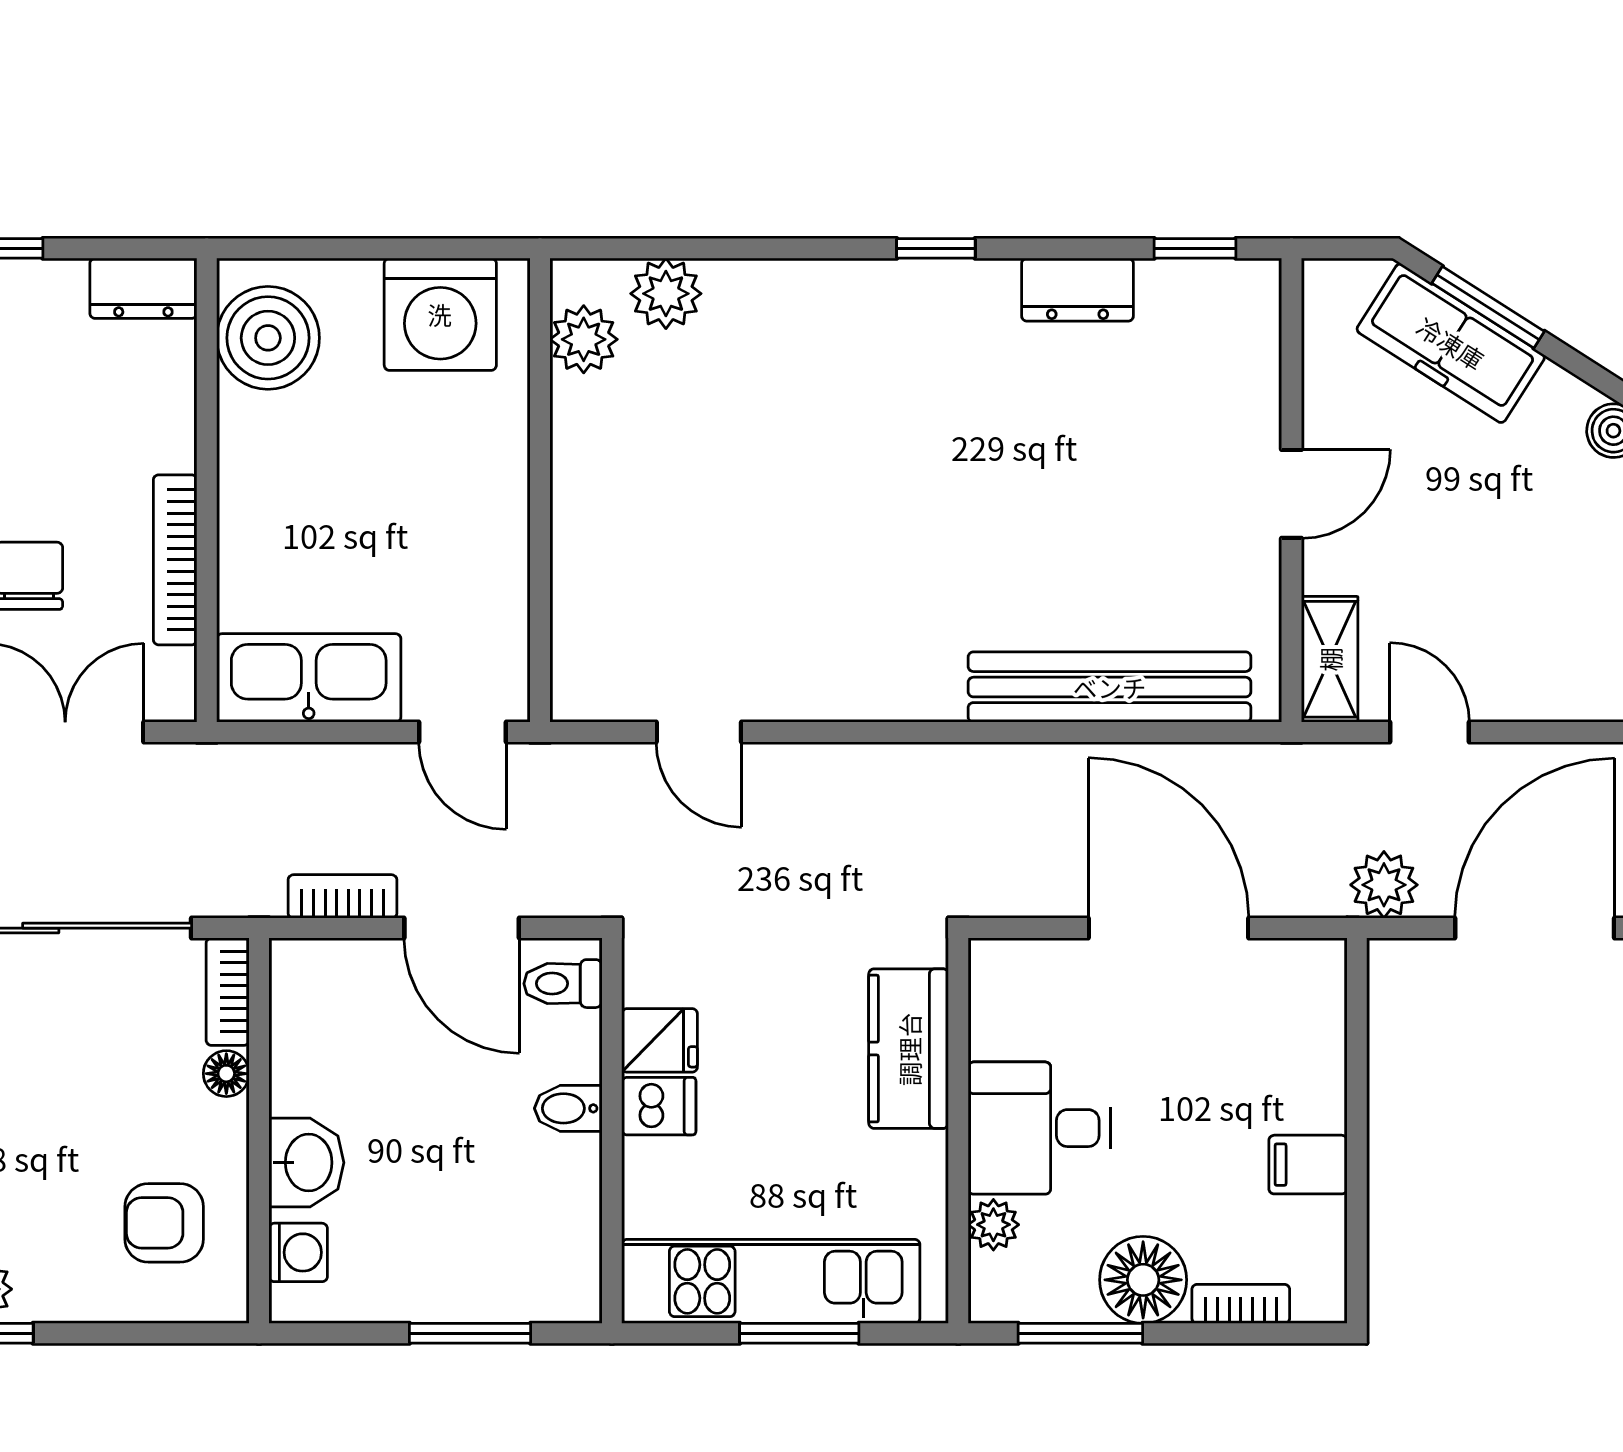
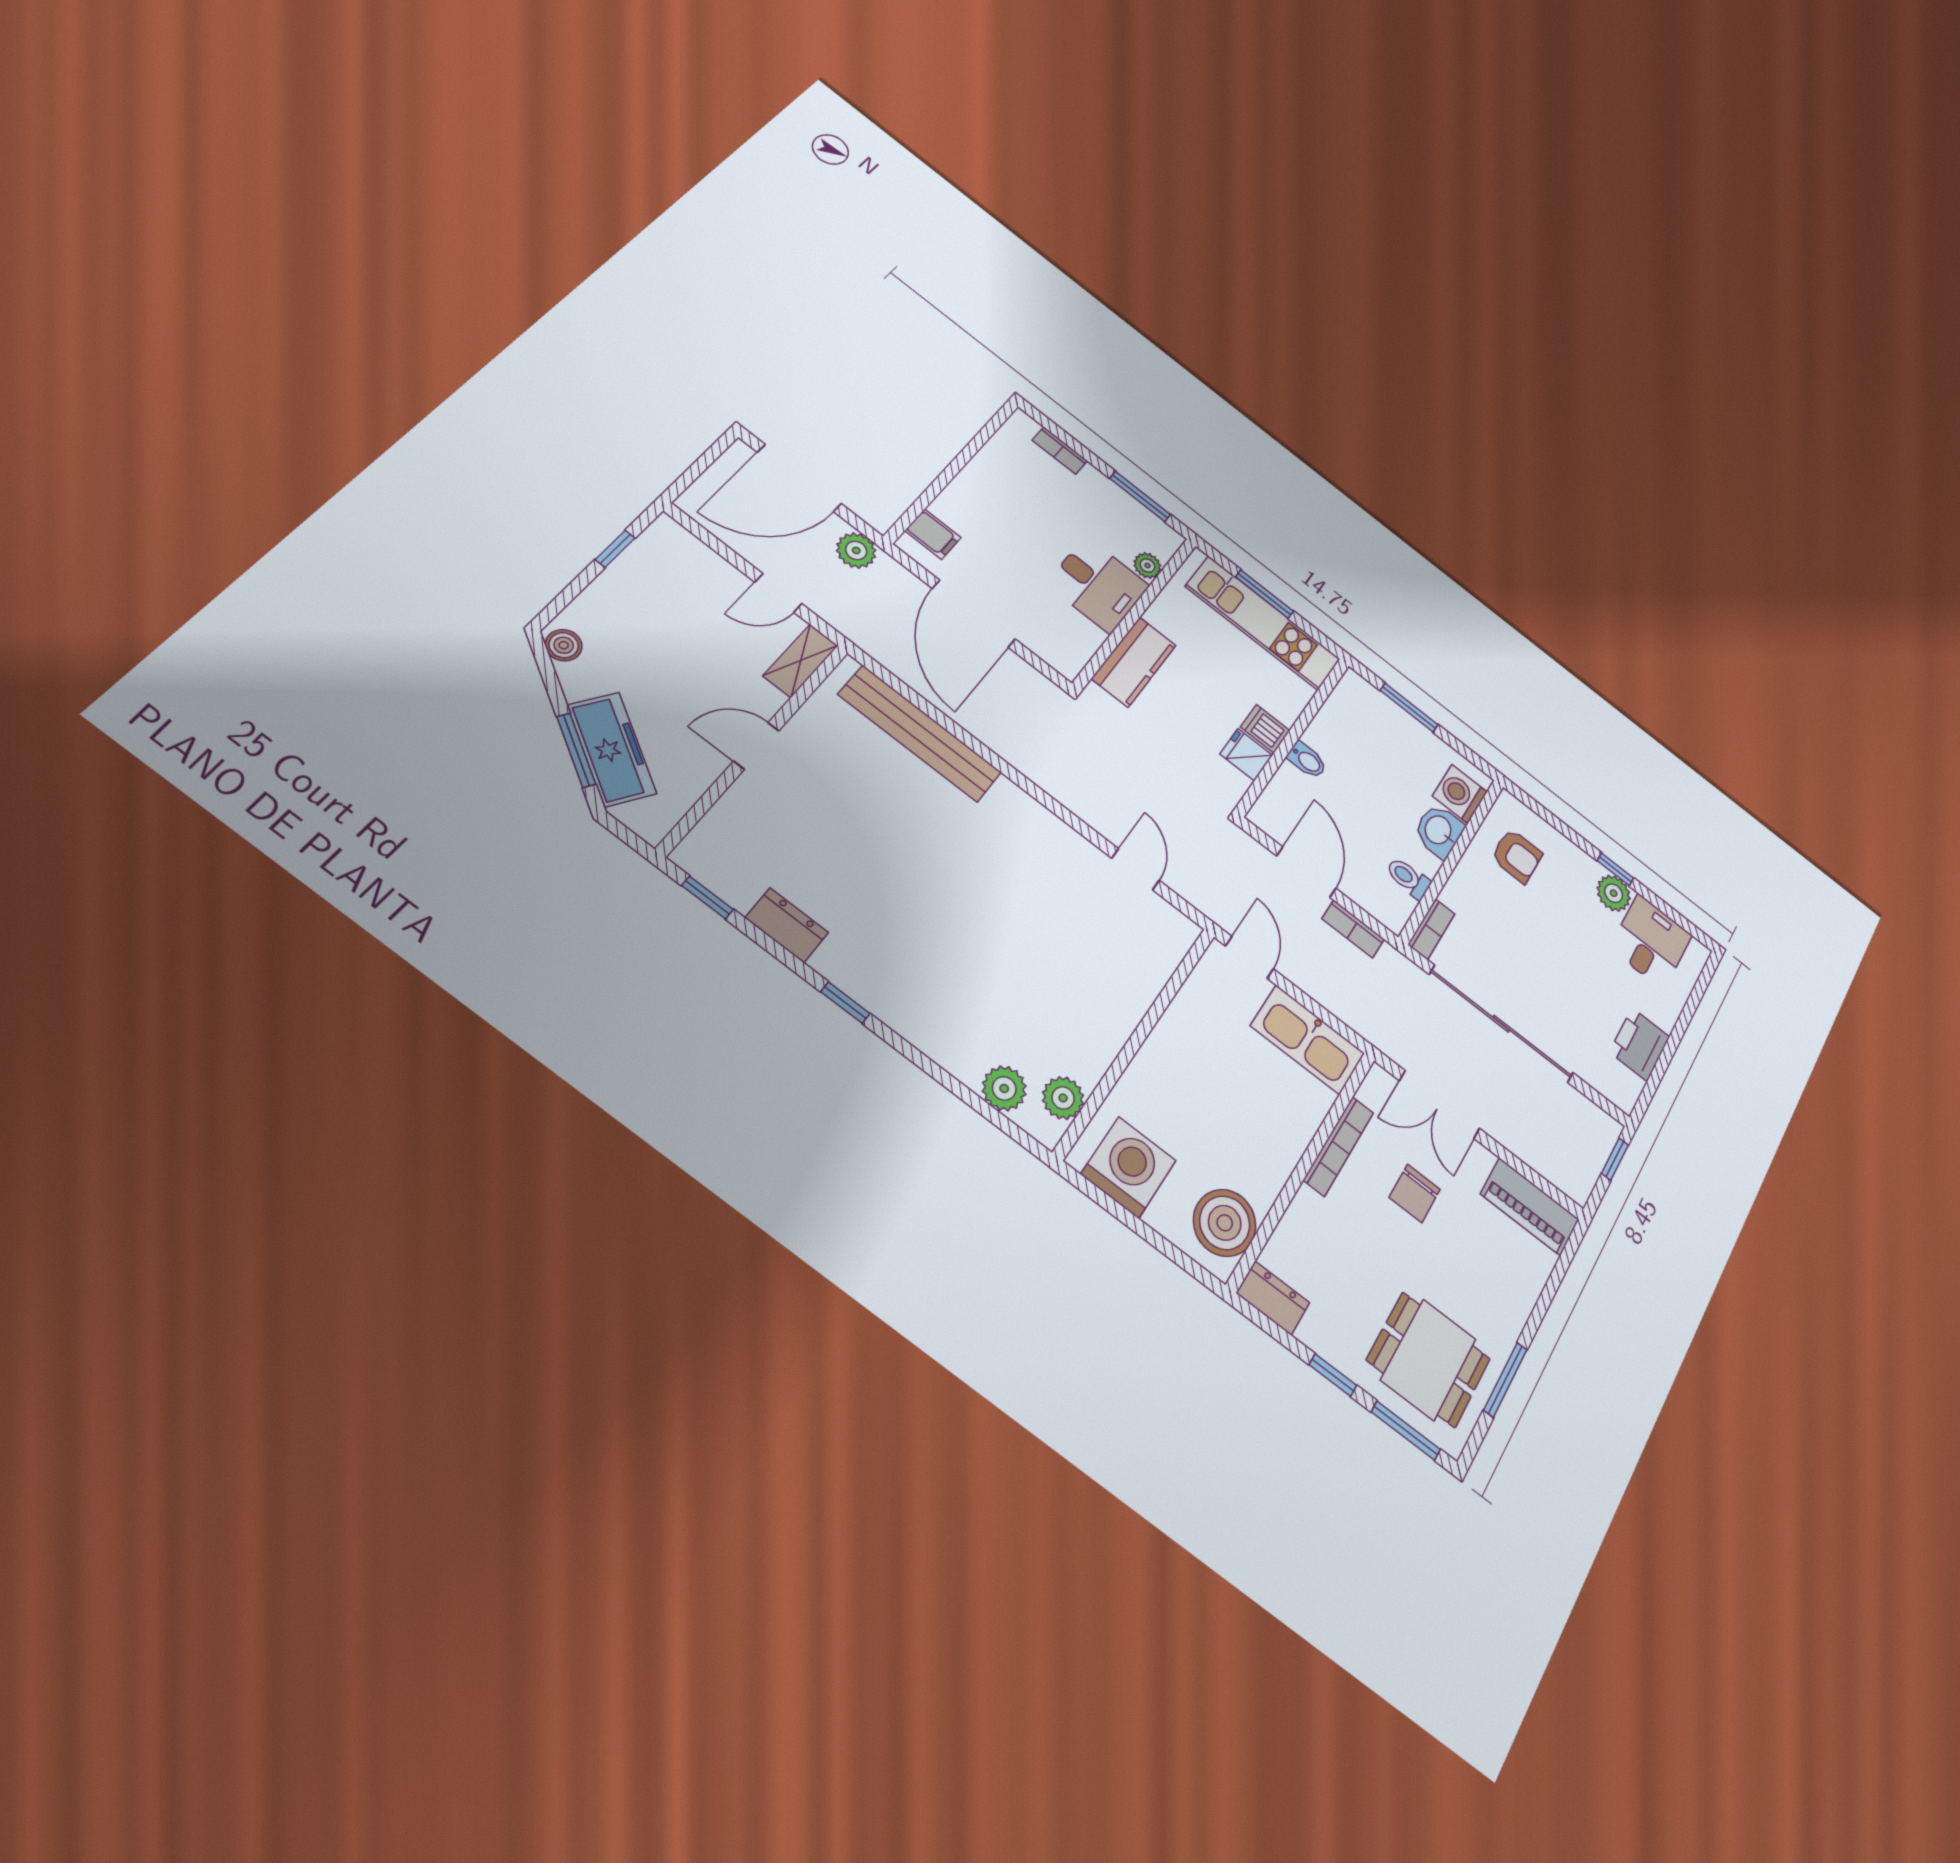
door: (1429, 732) -> (778, 593), hinge flipped
toilet: (563, 984) -> (1408, 878), moved, turned 180
floor lamp: (226, 1074) -> (1453, 895), removed
filing cabinet: (1308, 1165) -> (933, 534), moved
washing machine: (298, 1252) -> (1460, 794), width x1.38, depth x1.38
floor lamp: (1143, 1280) -> (1096, 493), removed

